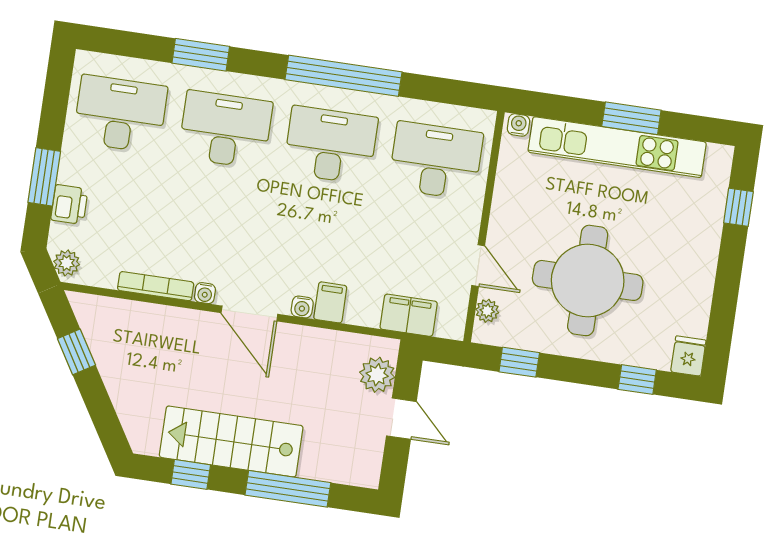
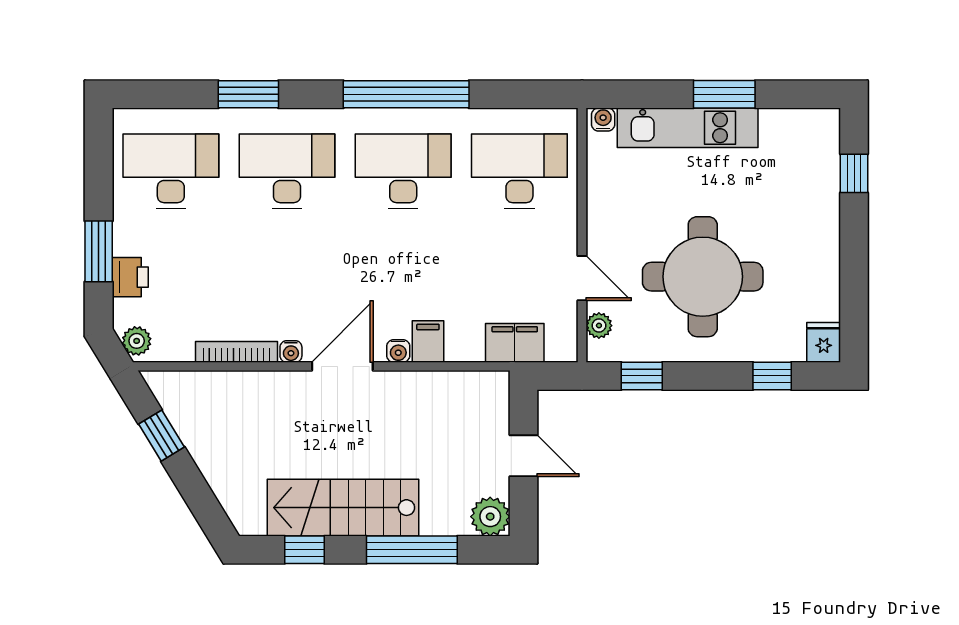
kitchen unit: (617, 147) -> (688, 128), width x0.73
door: (249, 313) -> (342, 366), swing flipped
plant: (377, 375) -> (490, 517), moved

